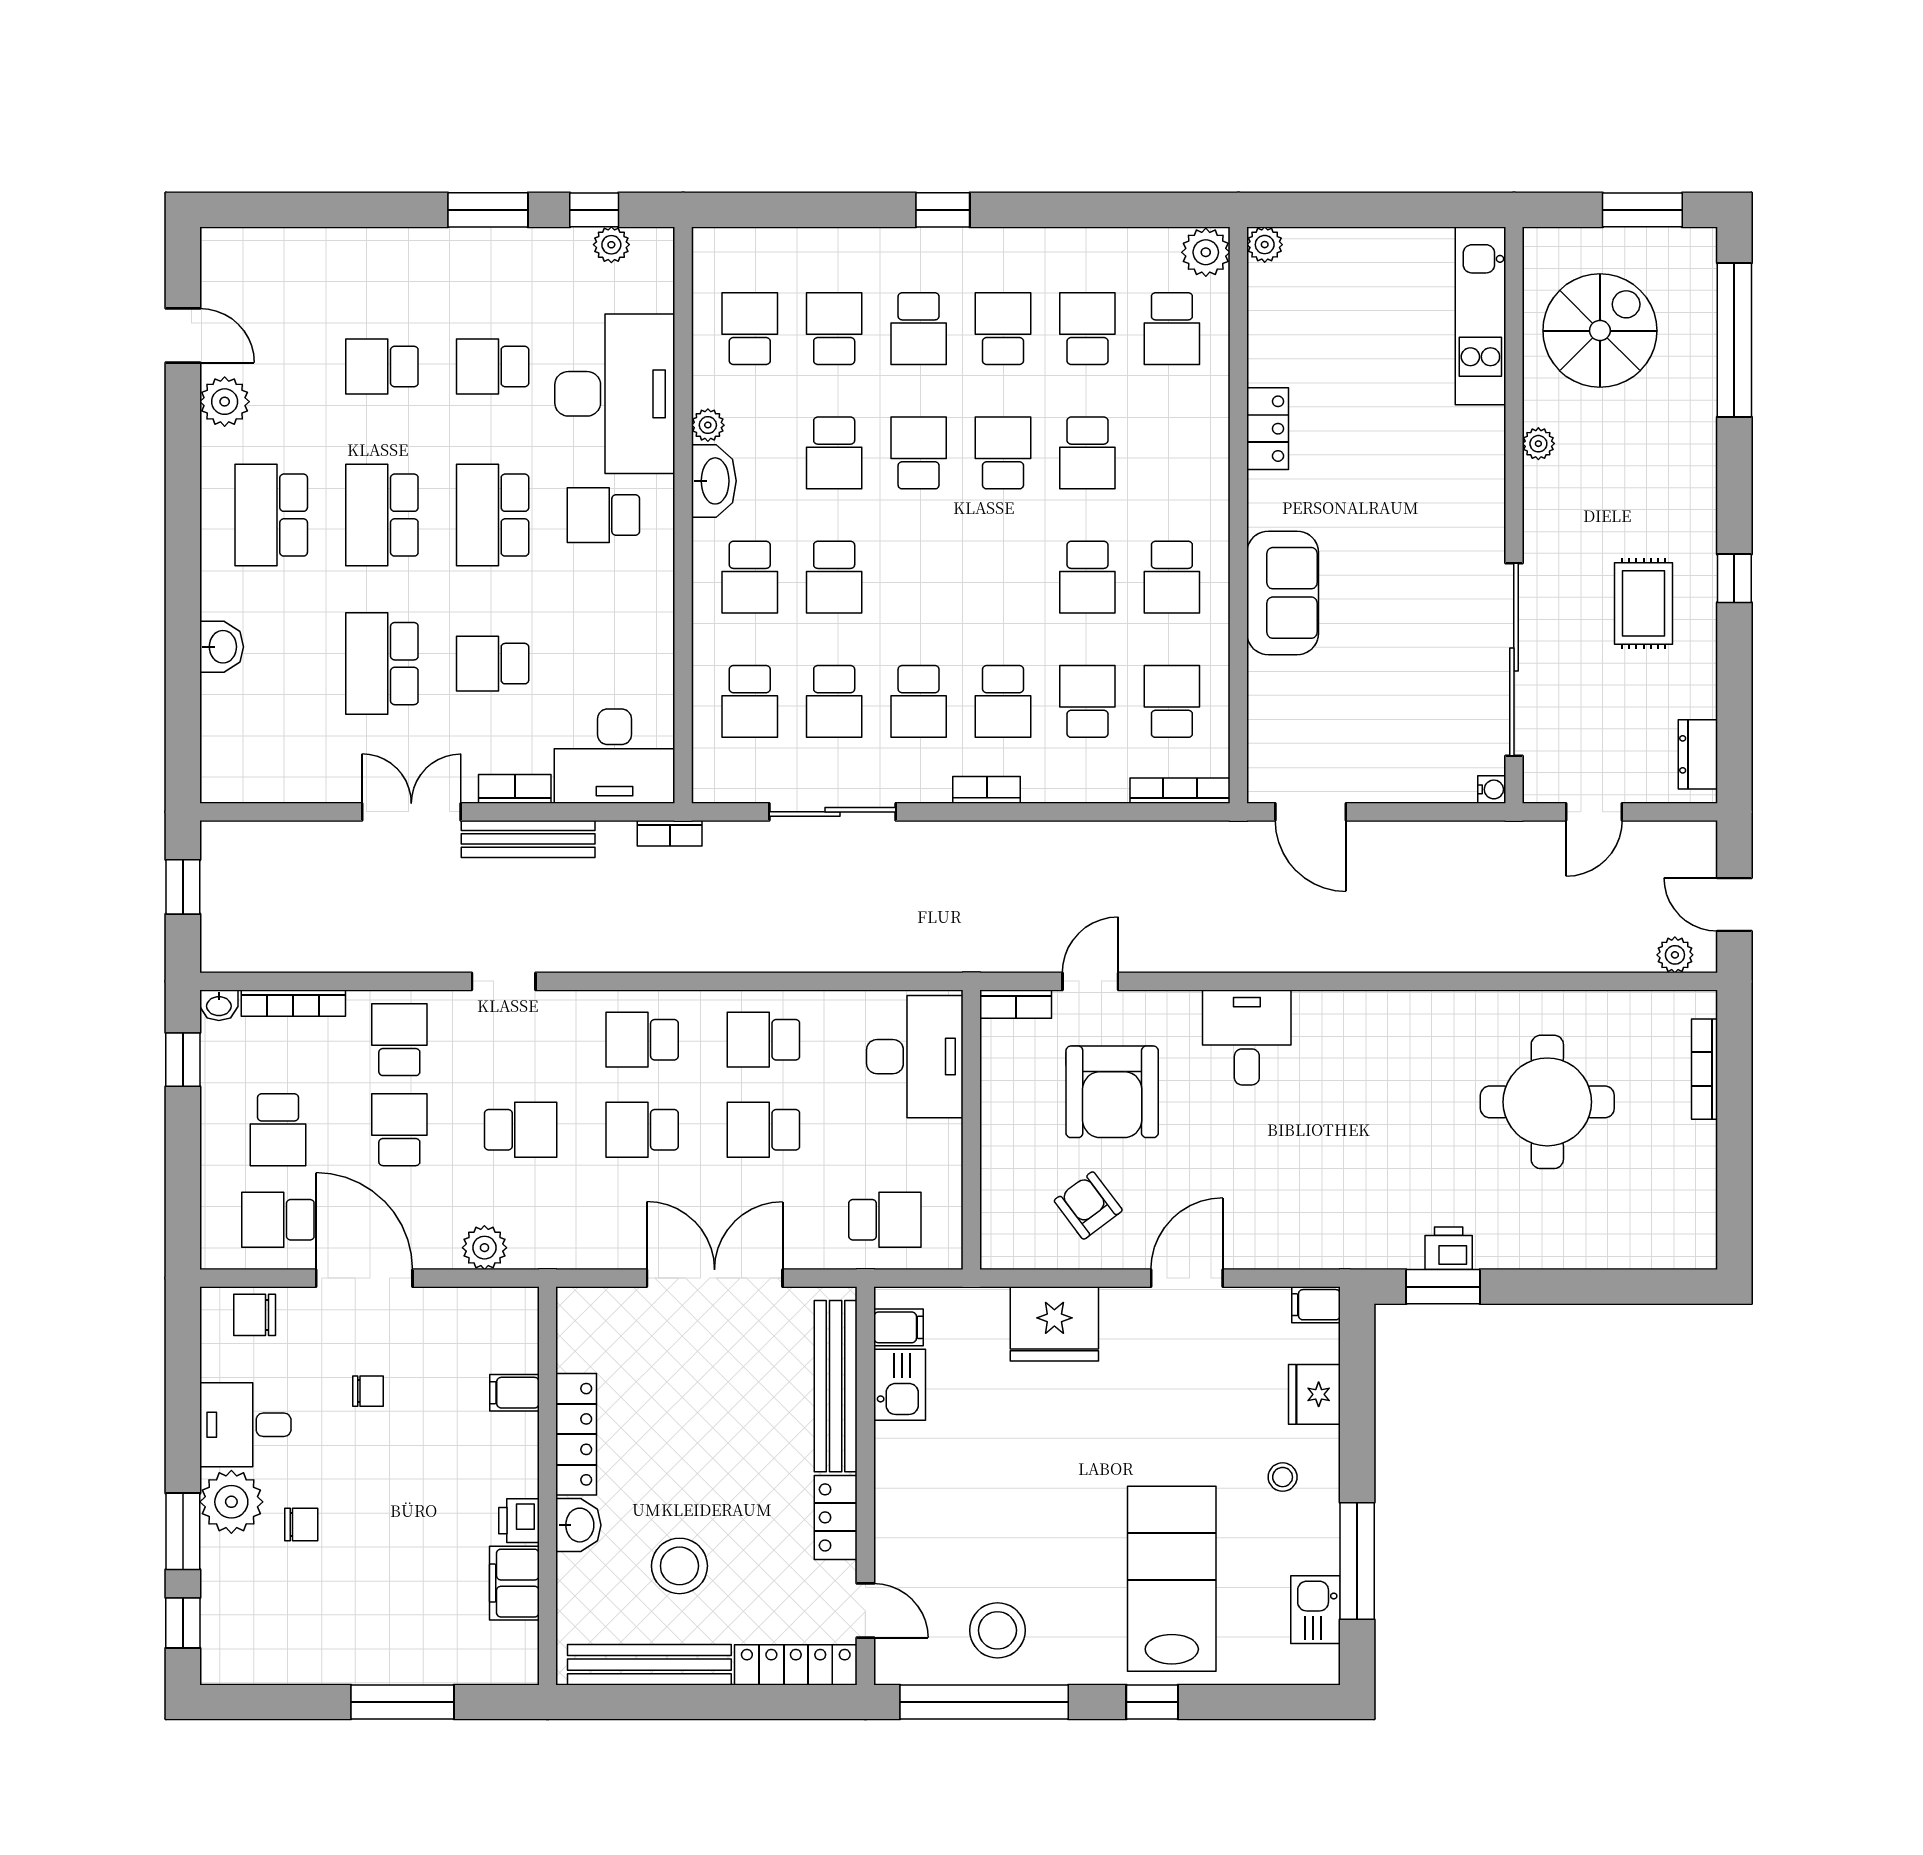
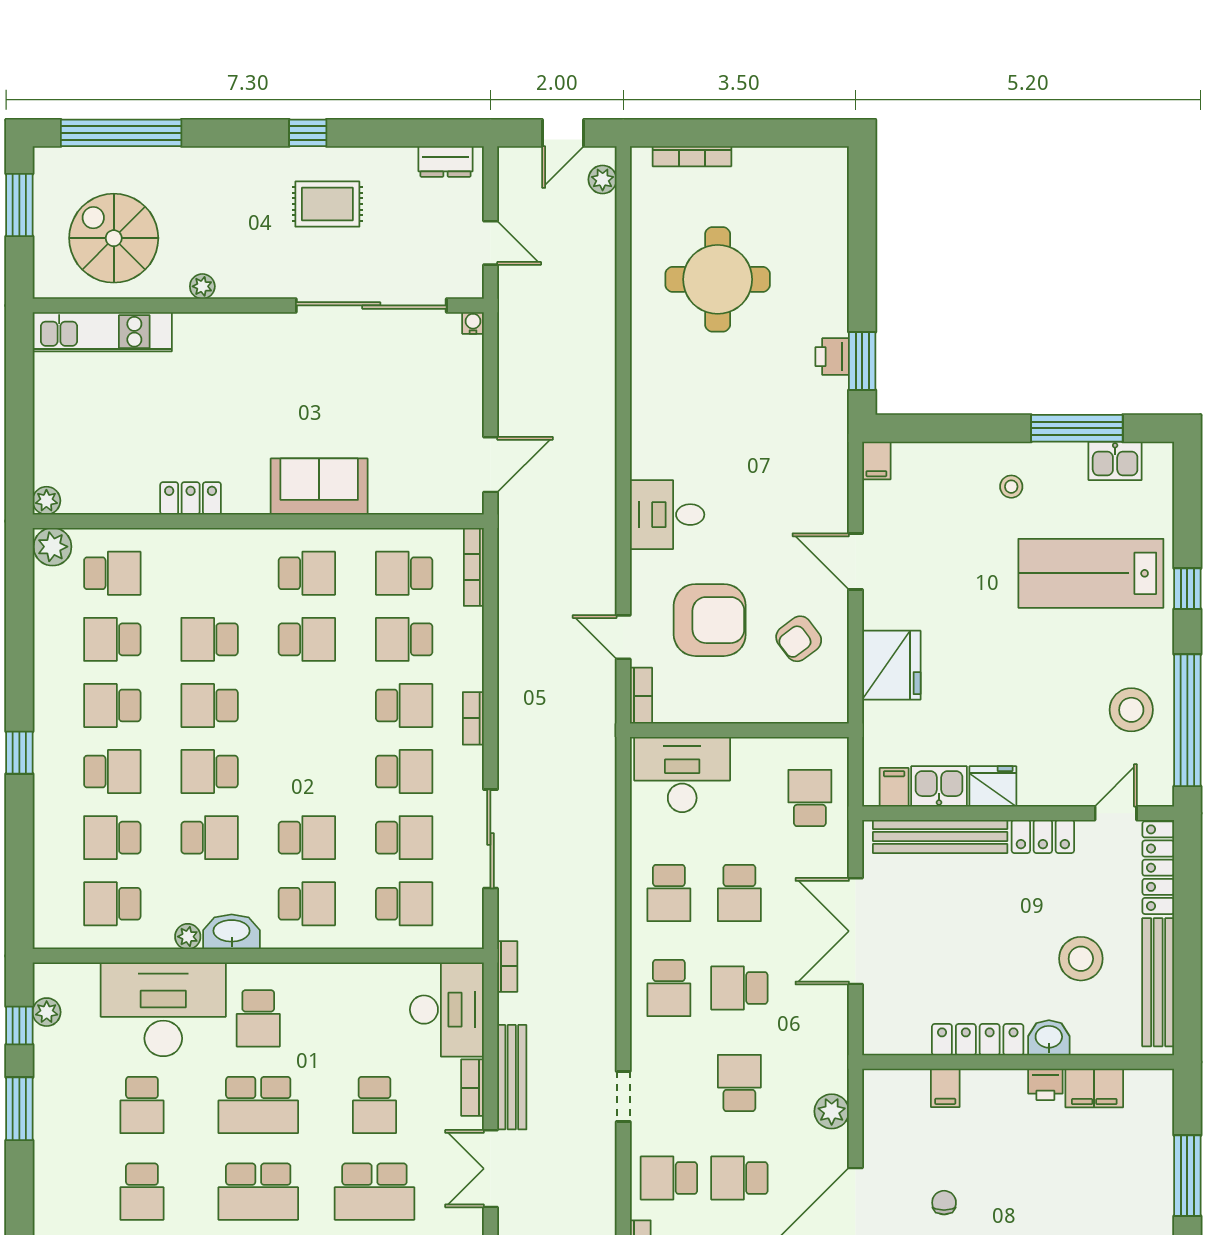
school desk: (1087, 453) -> (210, 639), turned 180
school desk: (642, 1130) -> (739, 988), turned 90
fridge: (1314, 1394) -> (993, 786), moved, turned 180

